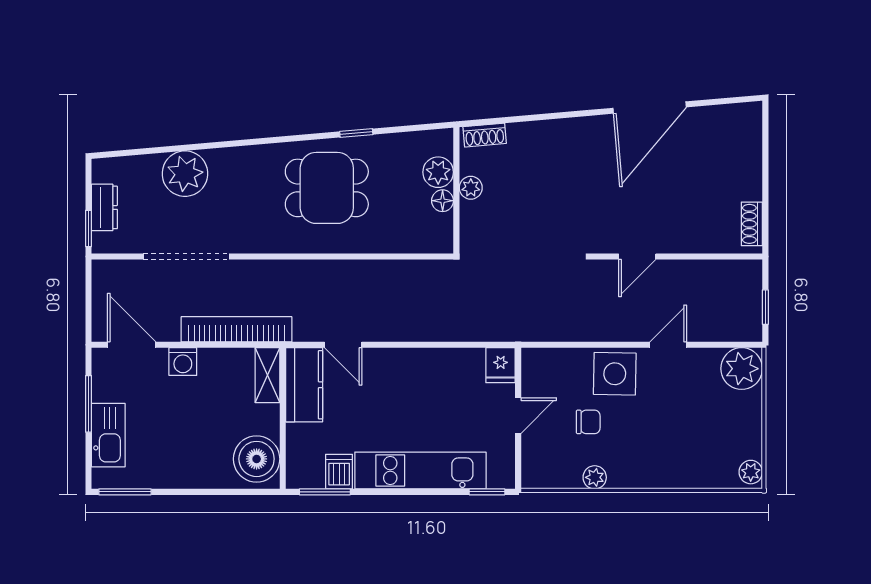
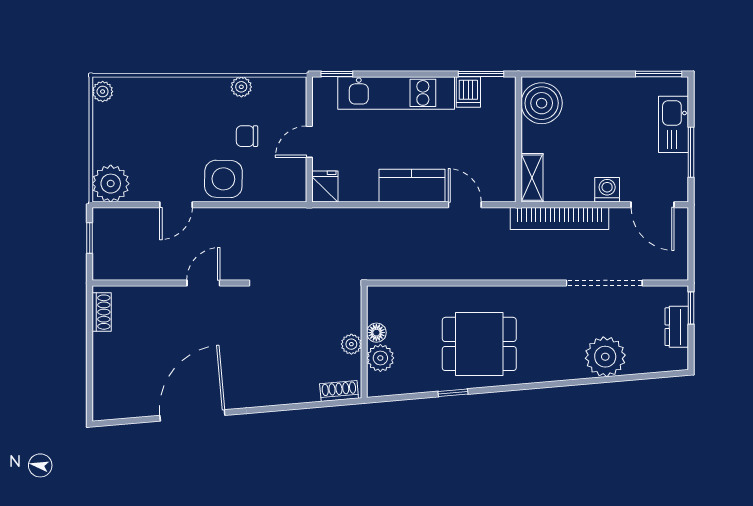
kitchen counter: (304, 385) -> (412, 186), moved, turned 90

